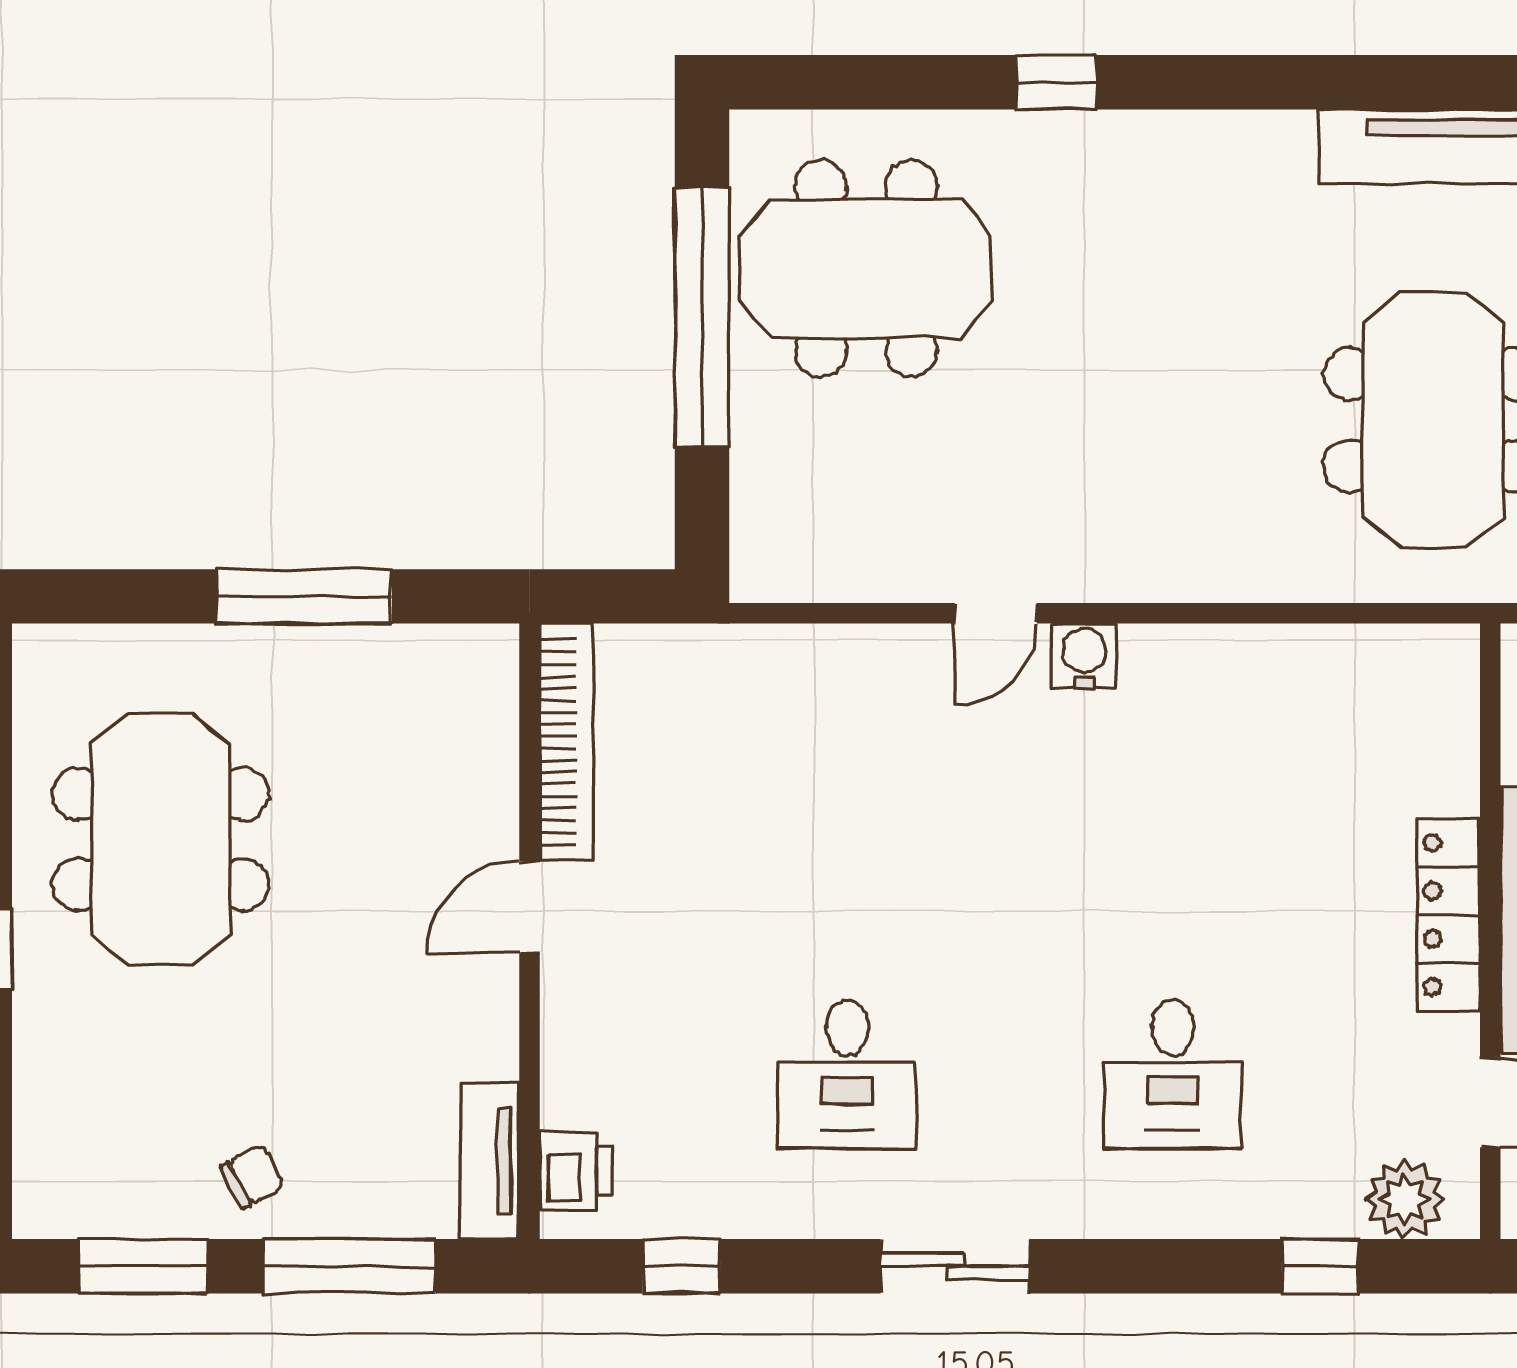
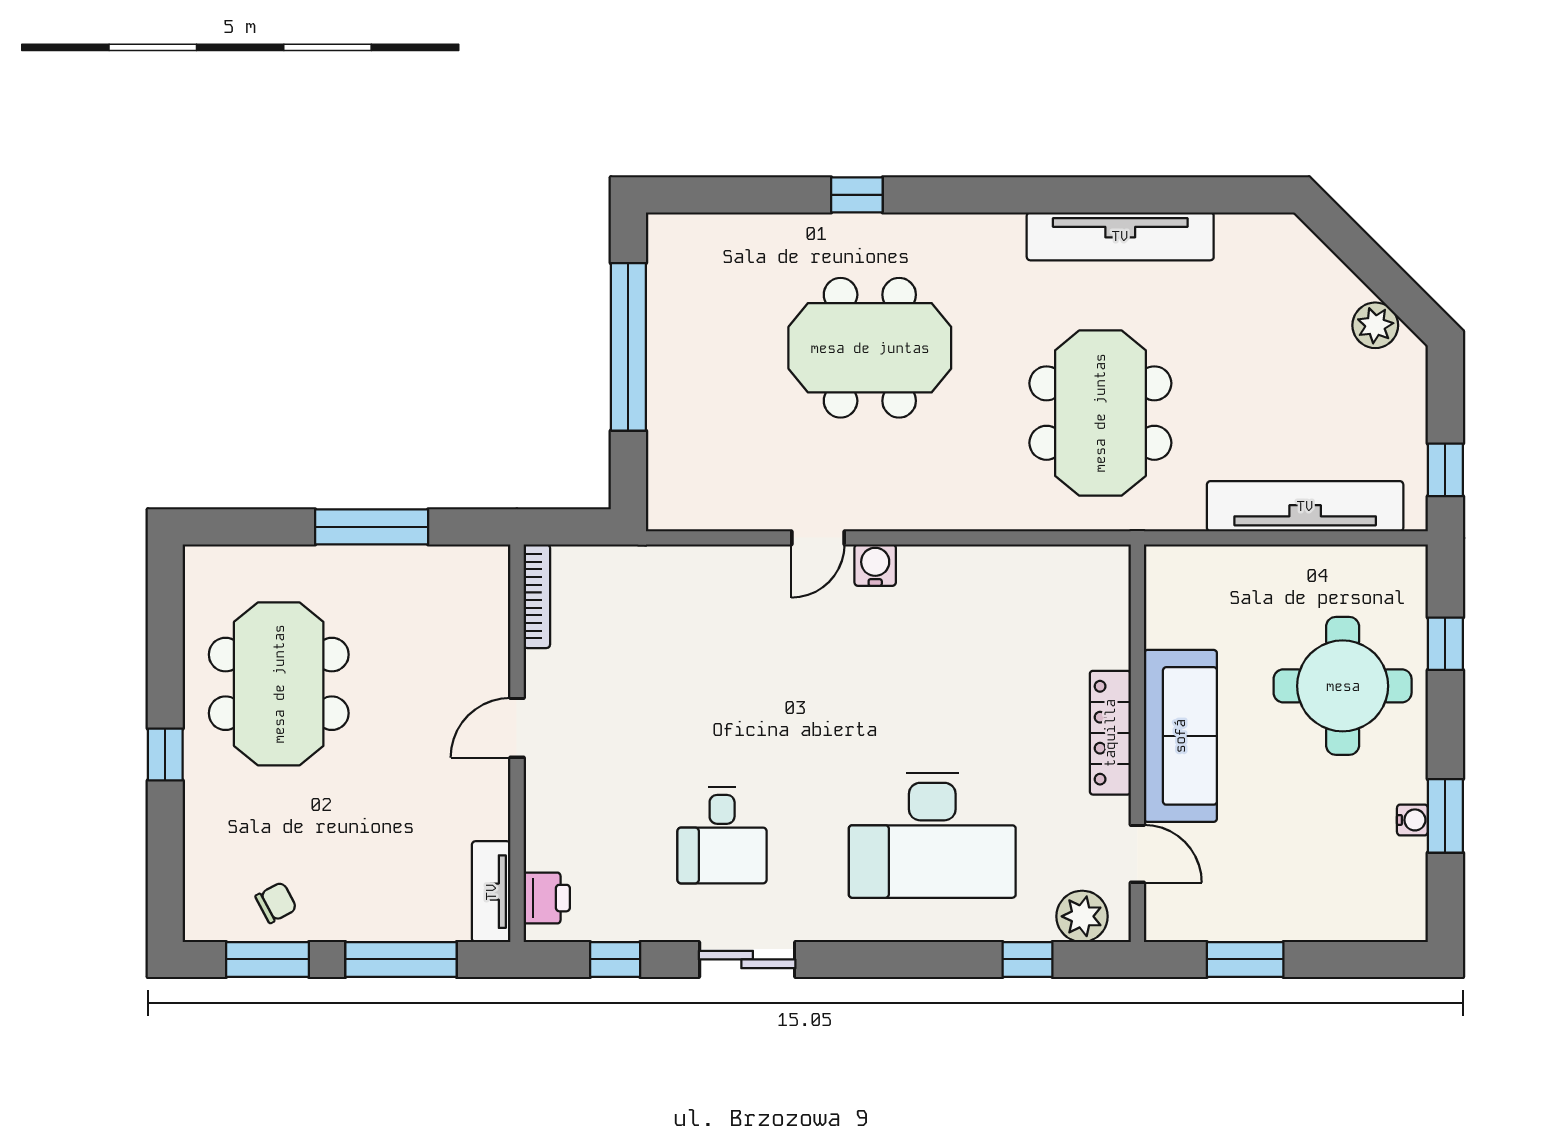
meeting table: (866, 268) -> (870, 348), moved
bookcase: (567, 742) -> (537, 596), width x0.68, depth x0.76
desk: (1173, 1074) -> (932, 835), width x1.87, depth x1.30
chair: (253, 1177) -> (276, 903), moved
sliding door: (955, 1266) -> (747, 959), moved

